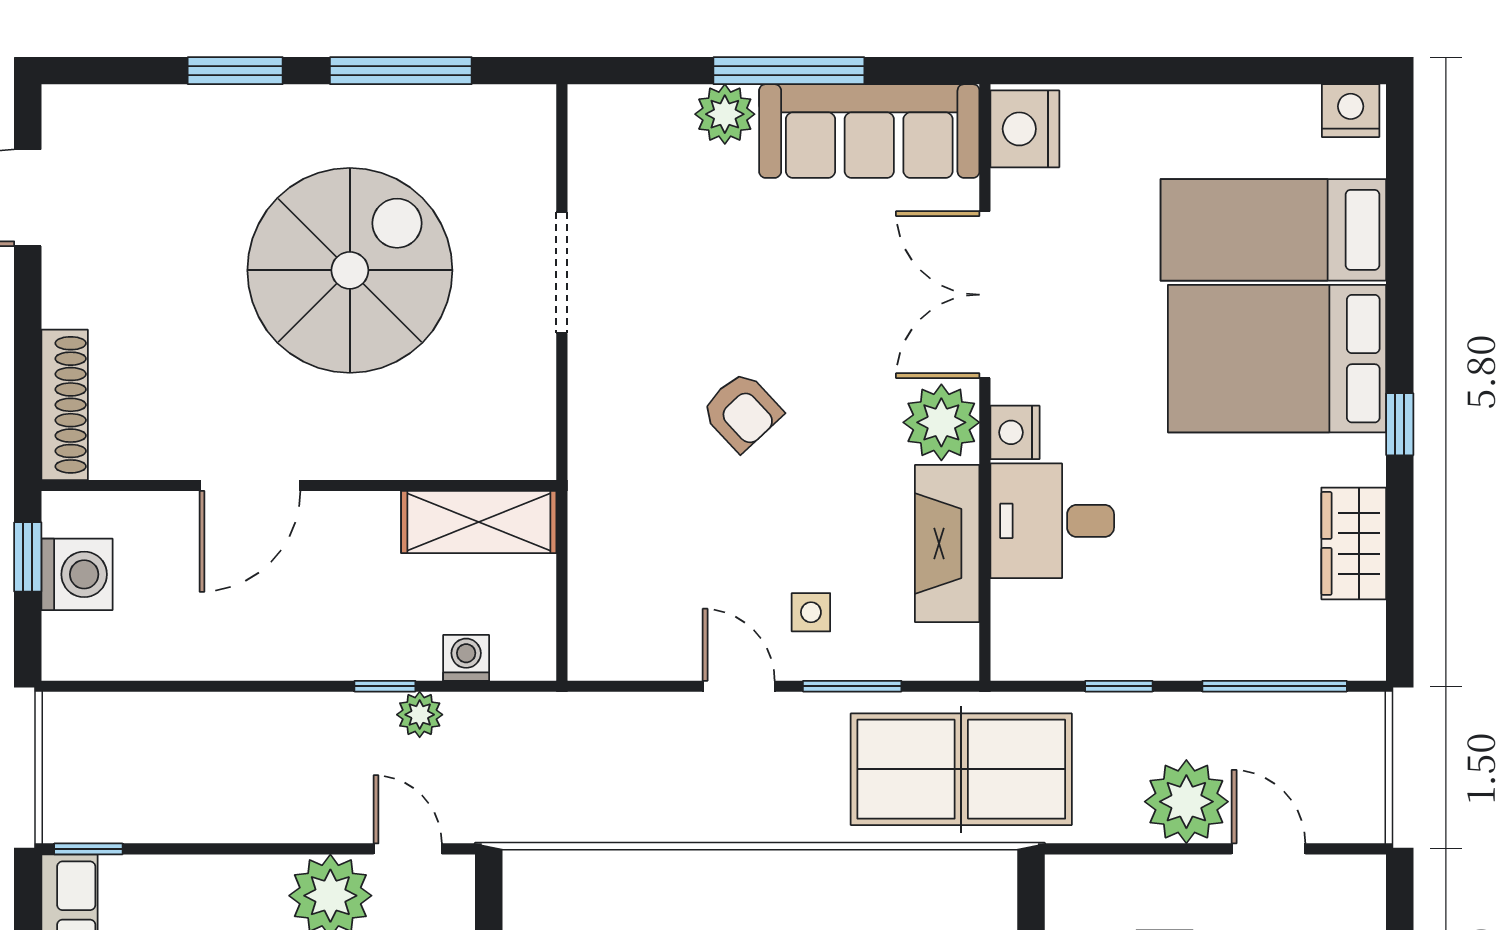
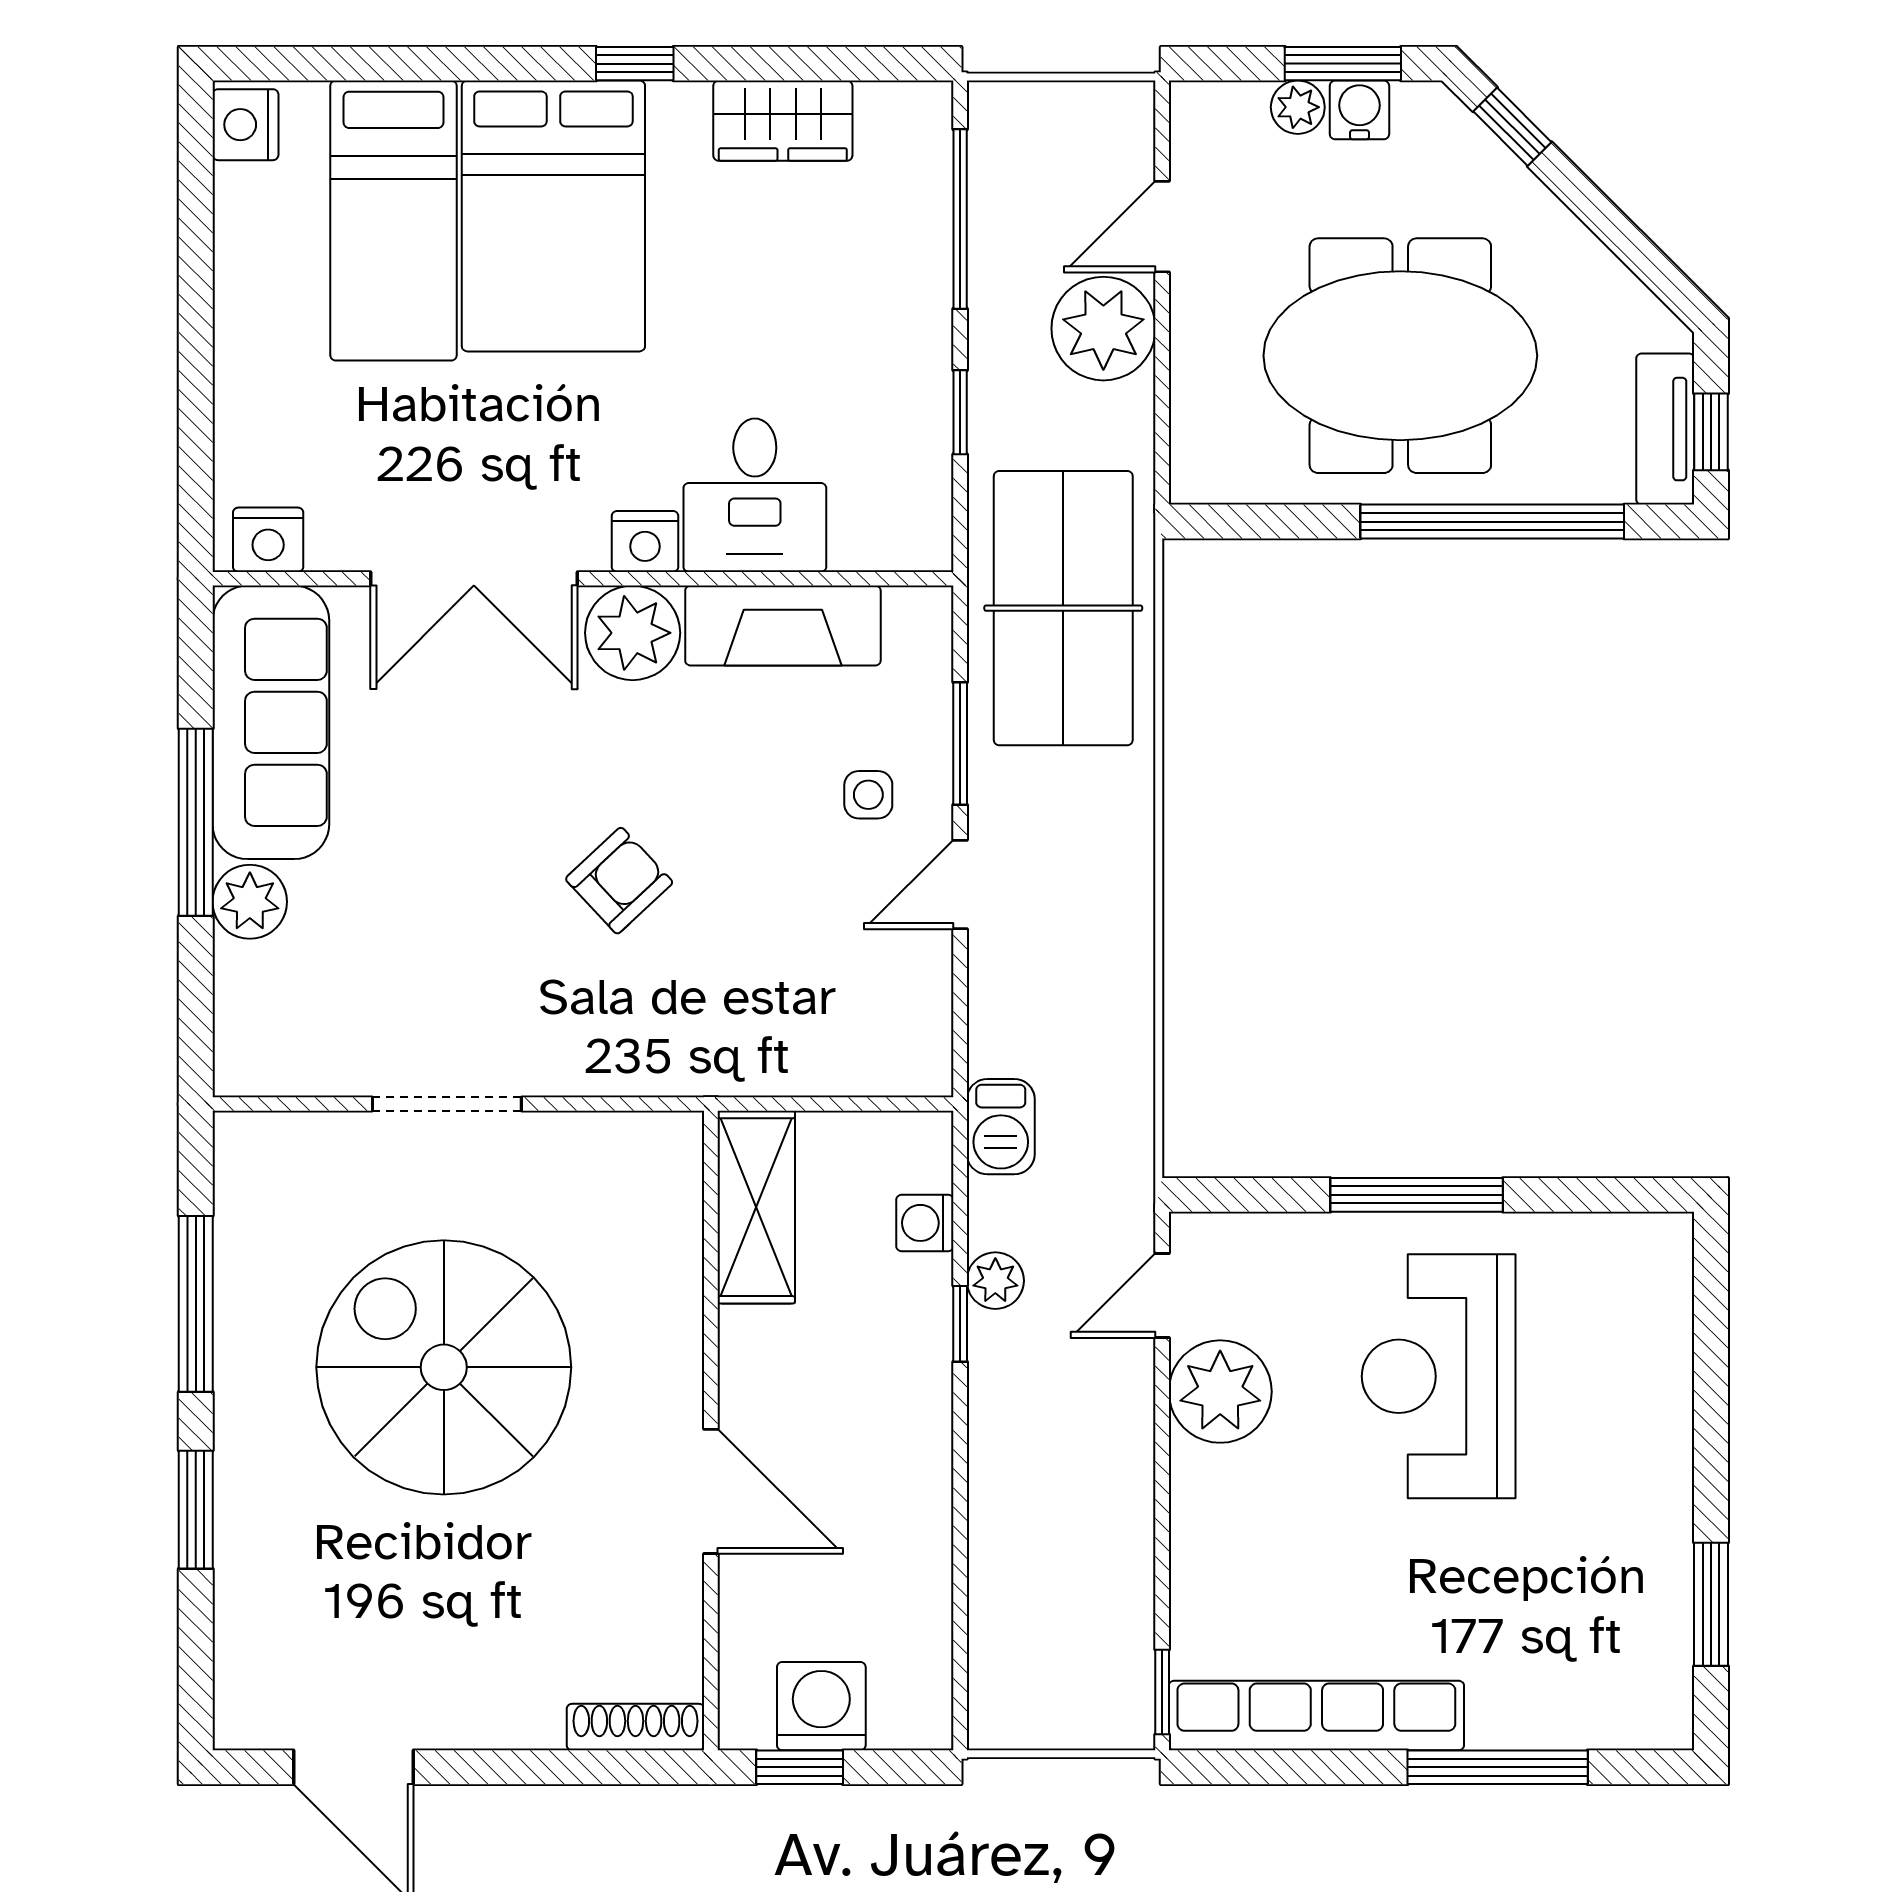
nightstand: (1025, 129) -> (268, 540), width x0.74, depth x0.75
shoe rack: (65, 405) -> (636, 1727), width x0.74, depth x0.81
barbecue: (544, 719) -> (1001, 1127), added

